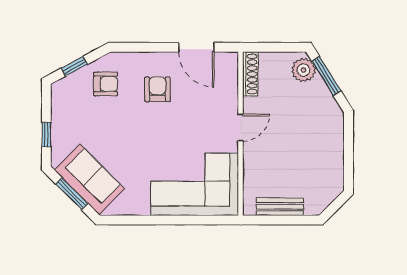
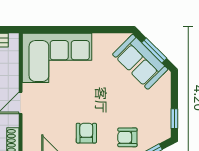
armchair: (158, 89) -> (86, 133), turned 180
window: (46, 135) -> (174, 119), moved

